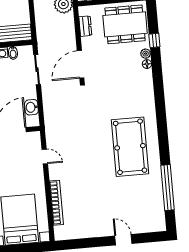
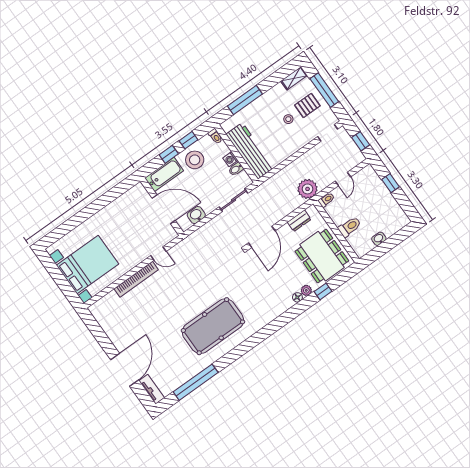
door: (81, 64) -> (262, 237), swing flipped
door: (45, 157) -> (158, 254), hinge flipped
bookcase: (56, 203) -> (136, 279), moved
tv unit: (152, 227) -> (152, 389), added
door: (123, 240) -> (125, 370), width x1.88

